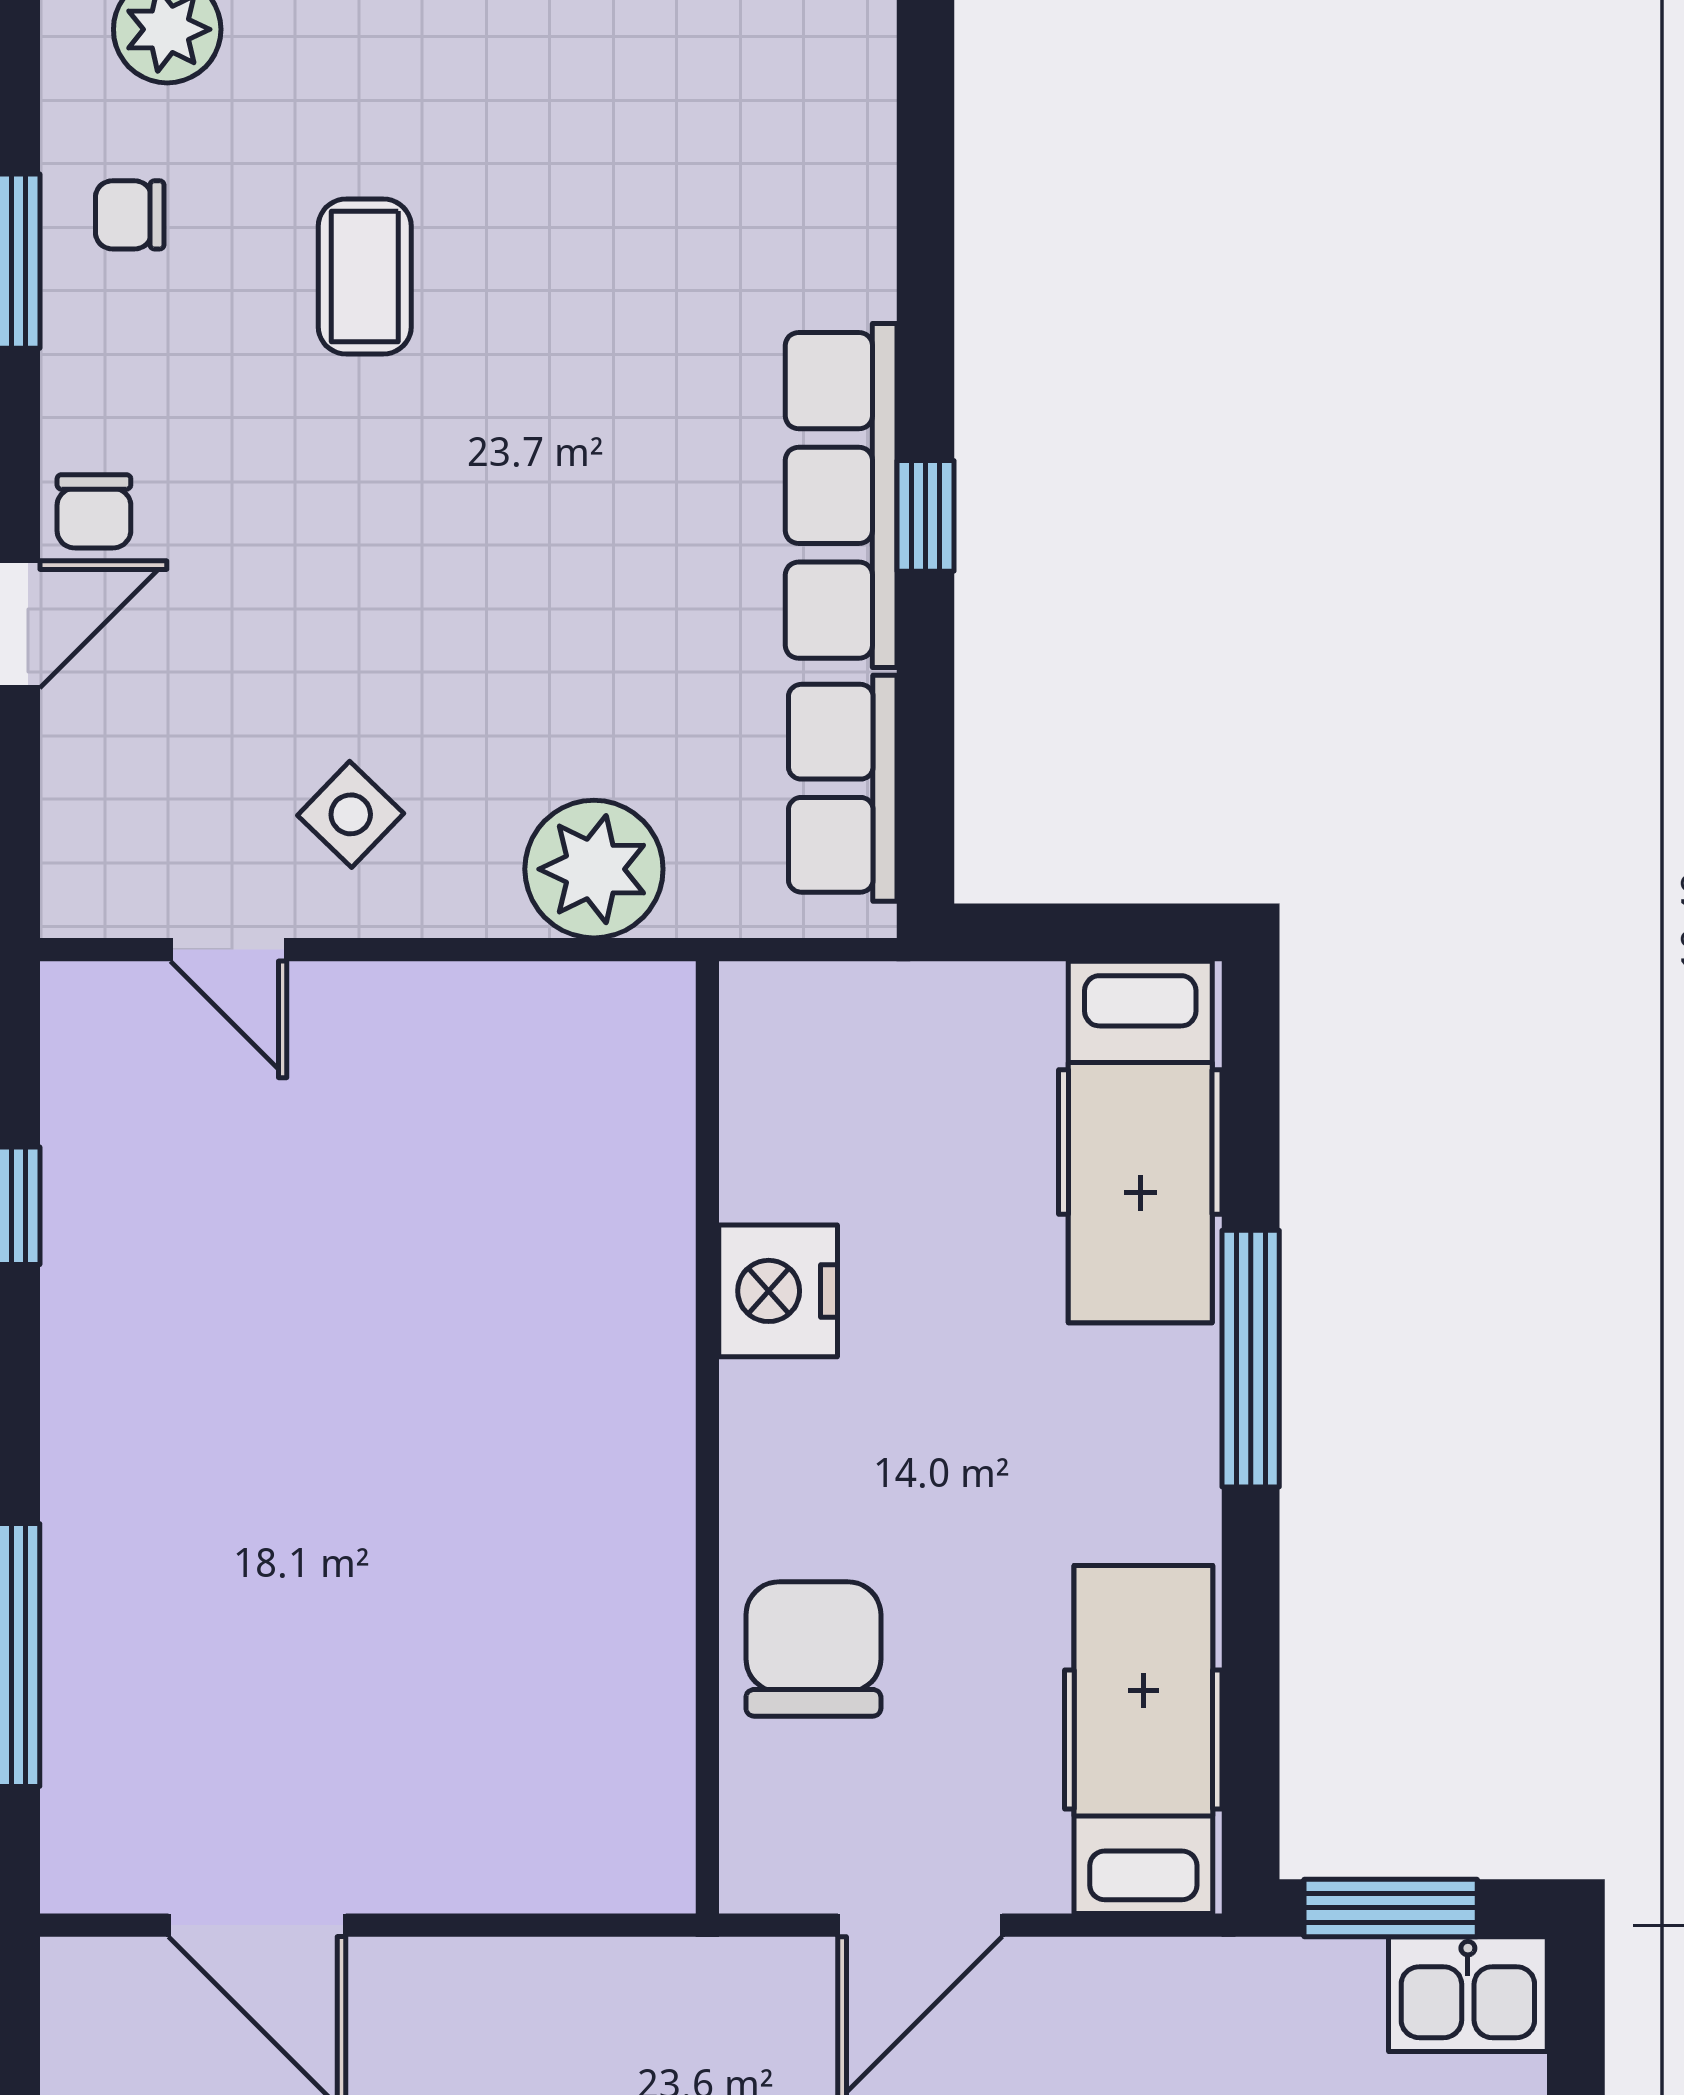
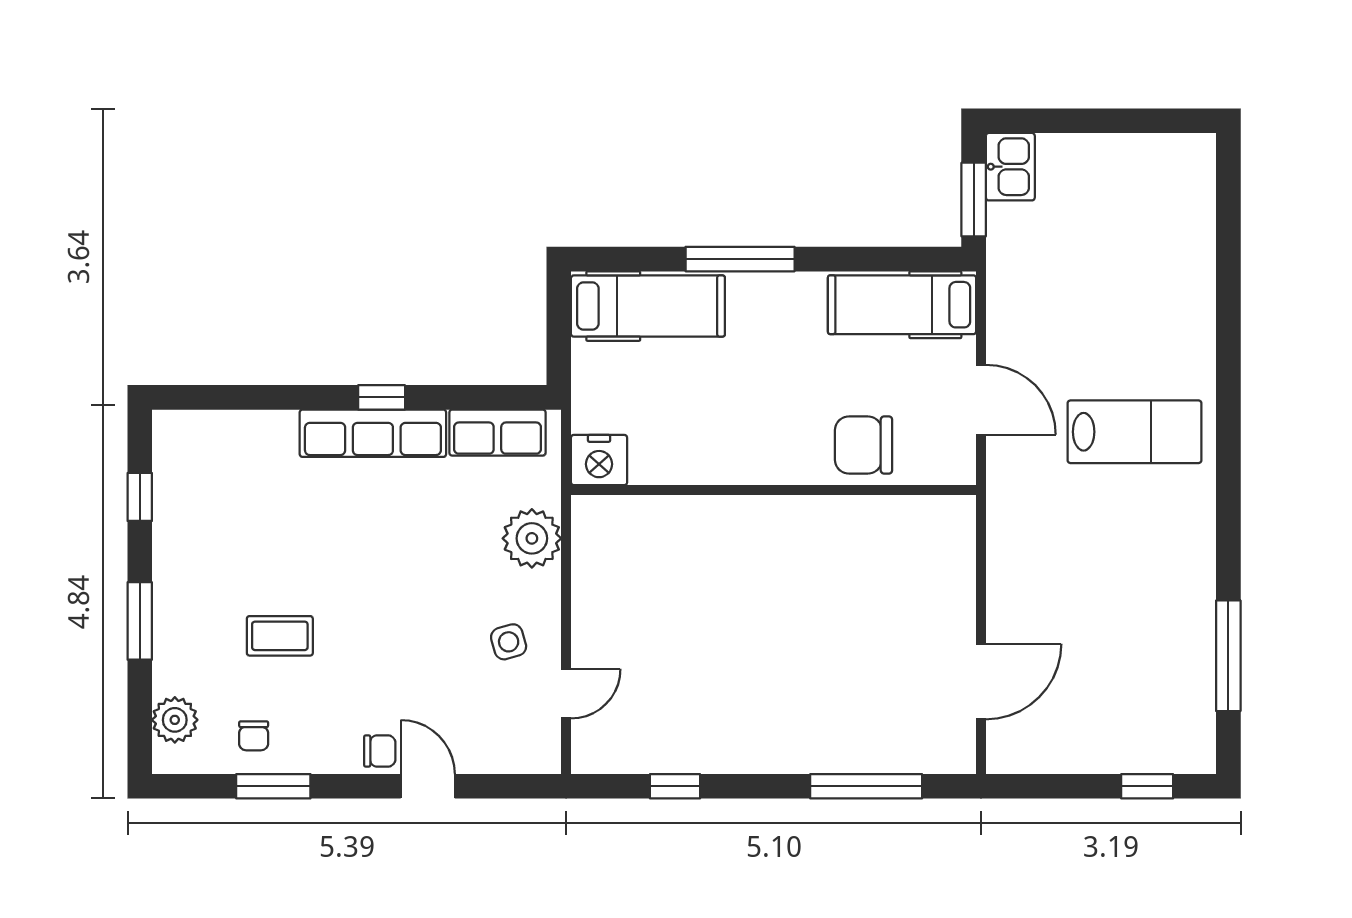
side table: (351, 814) -> (509, 642), turned 30
nightstand: (778, 1291) -> (599, 460), moved

